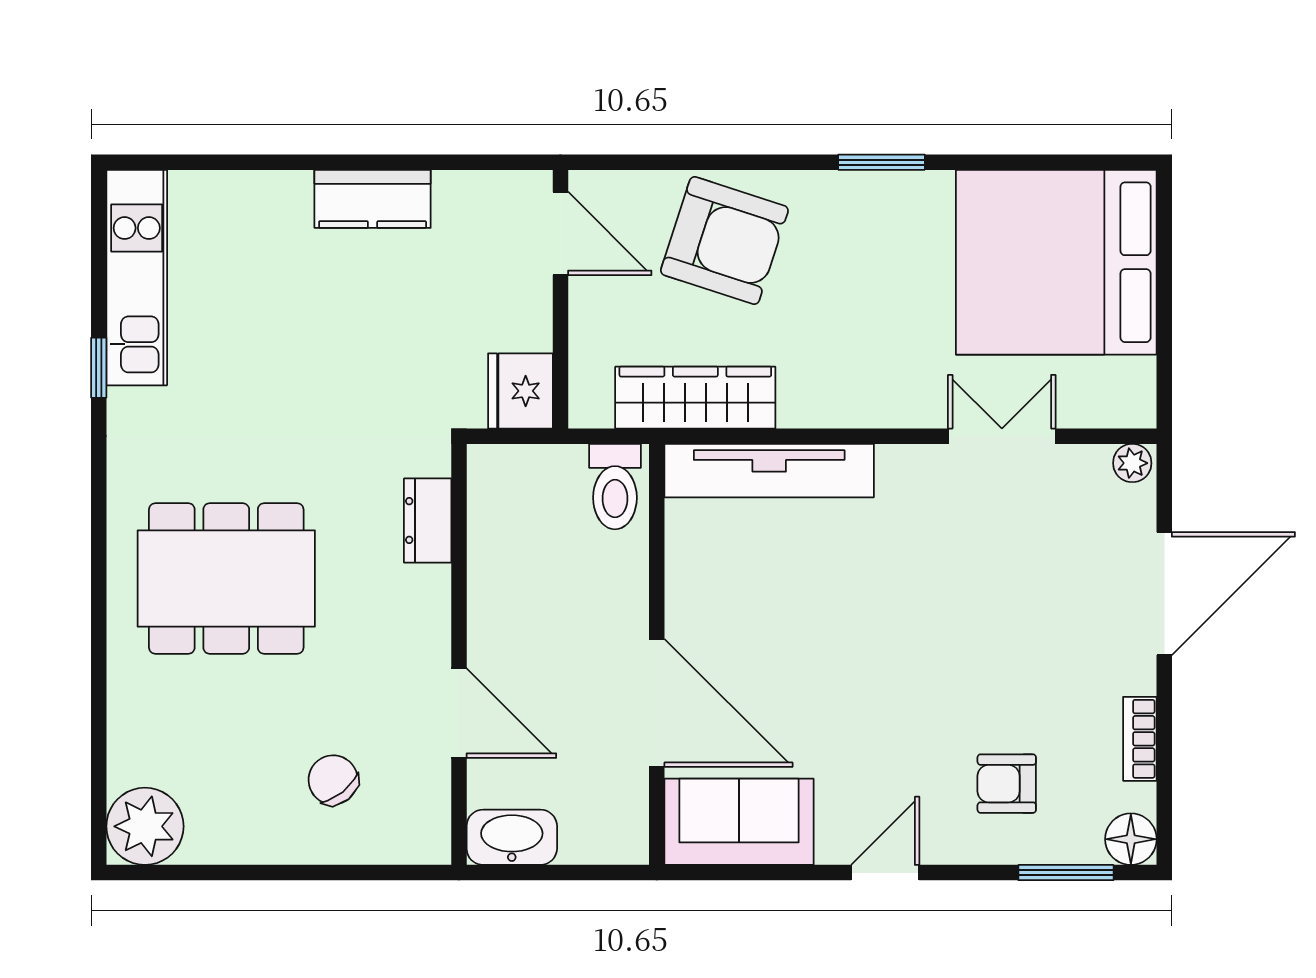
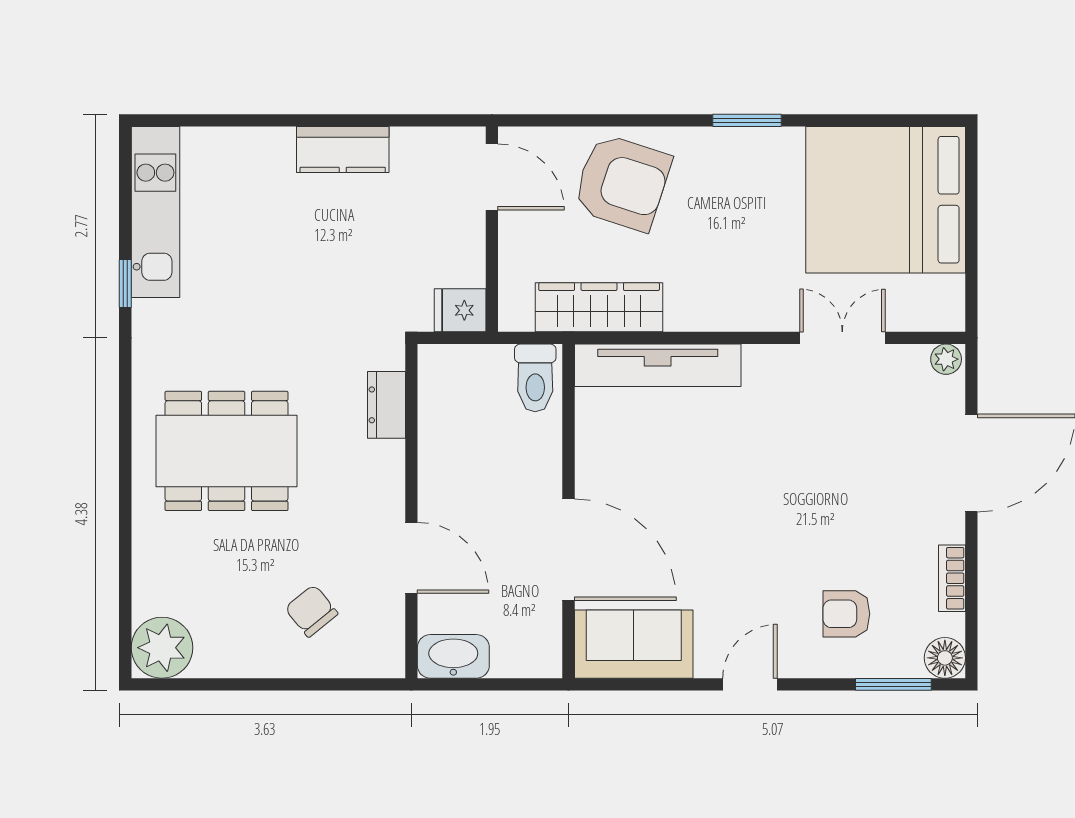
fridge: (520, 391) -> (460, 310), width x0.72

